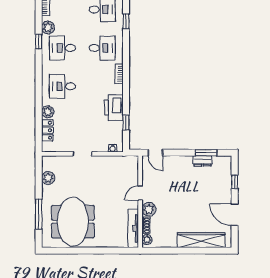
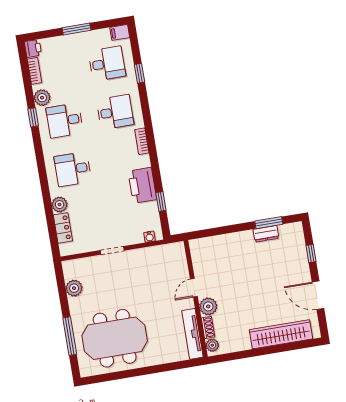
door: (155, 153) -> (205, 233), removed
meeting table: (73, 222) -> (115, 338), turned 90

